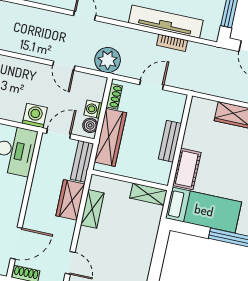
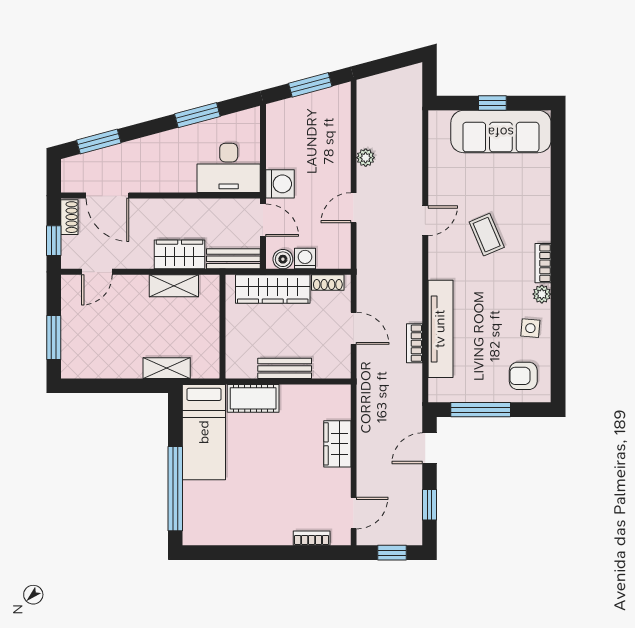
plant: (108, 60) -> (366, 158), moved, width x0.53, depth x0.53
shelving: (148, 194) -> (167, 368), moved, turned 90

